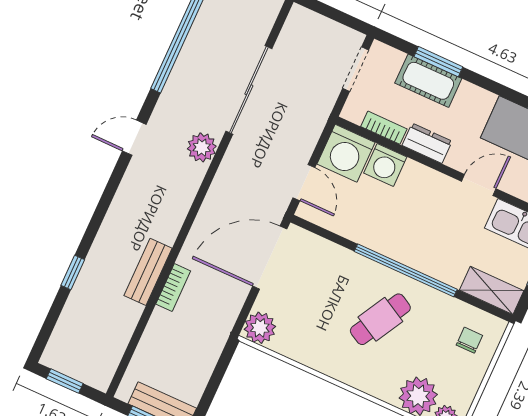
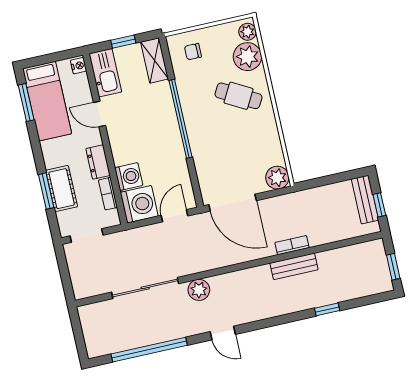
cafe table: (380, 319) -> (238, 96), moved

